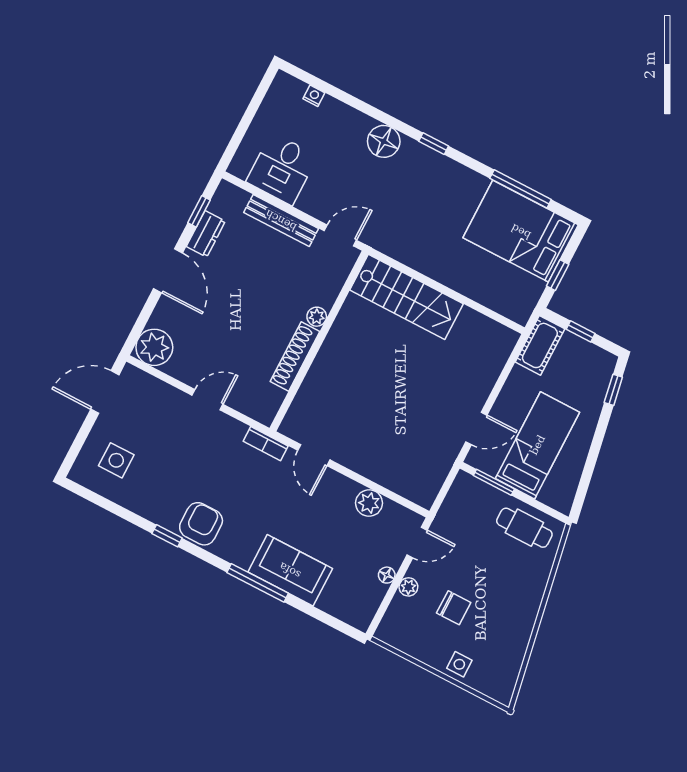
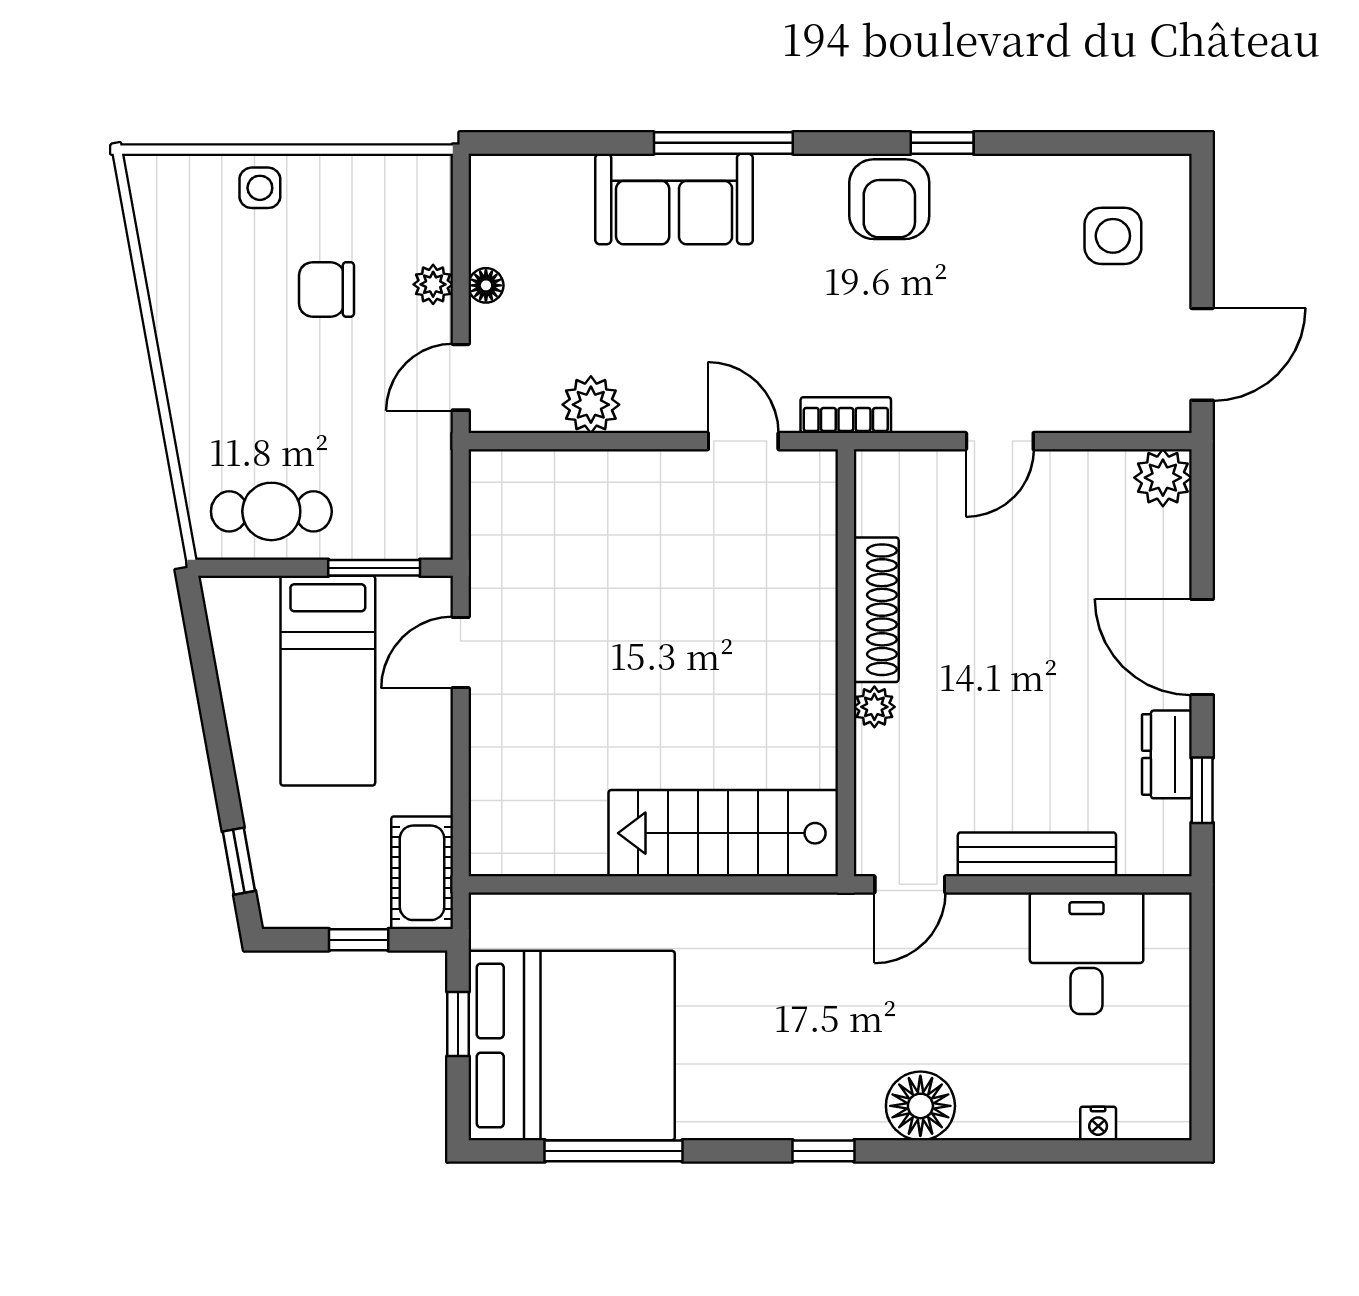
bed: (521, 231) -> (572, 1046), width x1.36
plant: (154, 347) -> (1163, 478), width x0.73, depth x0.73

